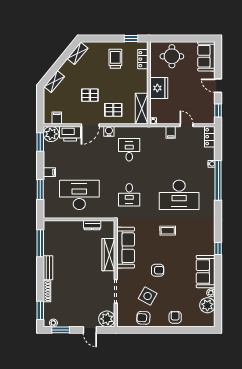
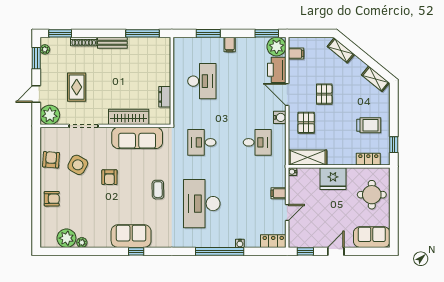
desk: (79, 195) -> (202, 81), width x0.73, depth x0.77
sofa: (206, 272) -> (131, 236), moved
rug: (84, 297) -> (77, 87), added

